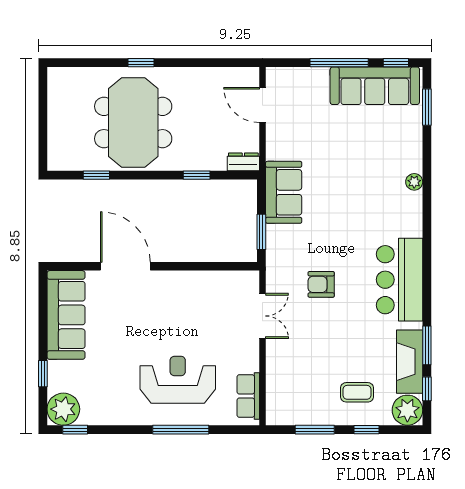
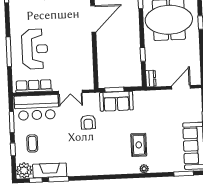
rug: (369, 190) -> (139, 145), added
sofa: (284, 192) -> (116, 101), moved
bar counter: (400, 280) -> (37, 107), moved, turned 180
armchair: (321, 284) -> (88, 122), turned 180
row of seats: (248, 396) -> (34, 86), width x1.48

